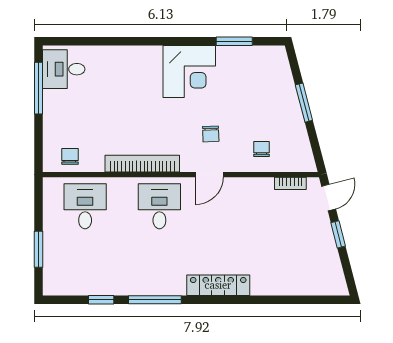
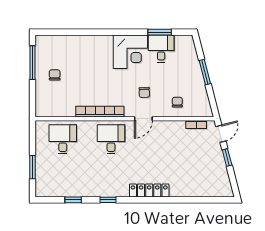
desk: (64, 69) -> (161, 49), moved, turned 90
chair: (70, 156) -> (55, 75), moved
window: (155, 300) -> (108, 200), width x0.46

